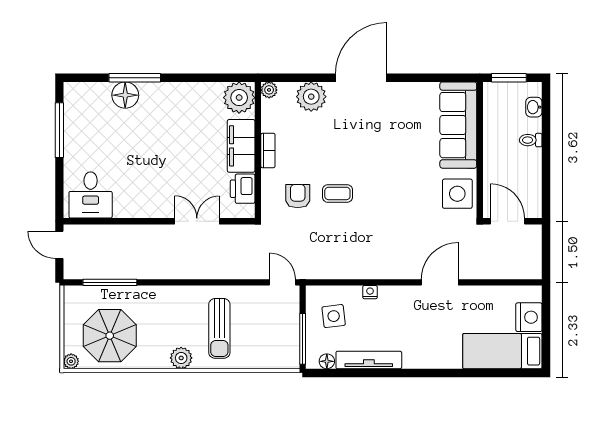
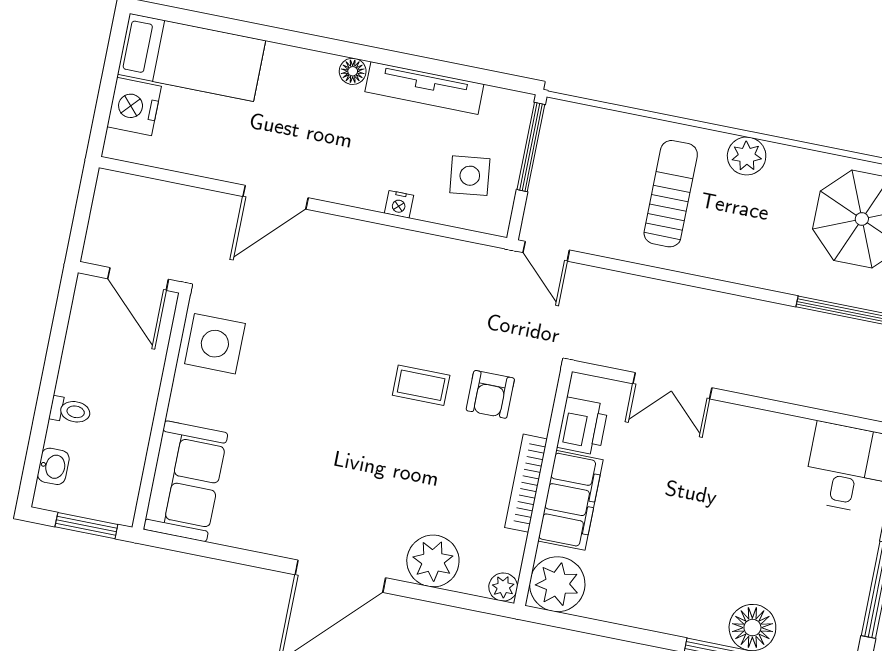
sofa: (458, 125) -> (186, 481), width x0.73
bookcase: (268, 150) -> (526, 483), width x1.56
floor lamp: (327, 361) -> (353, 71), moved

